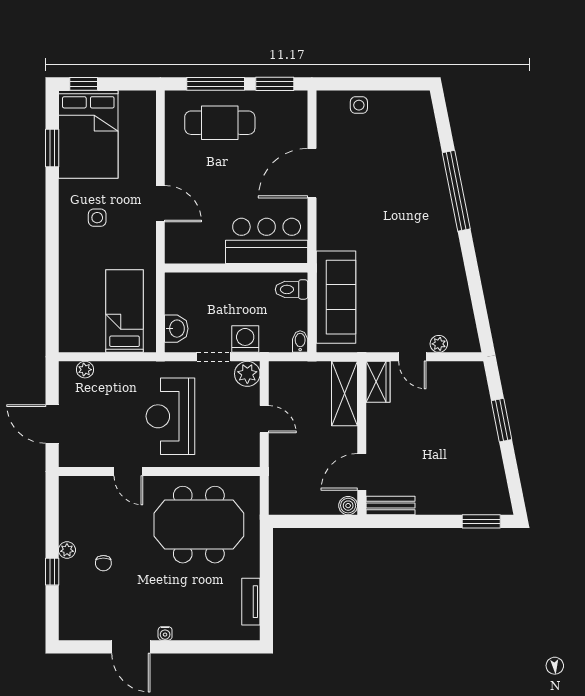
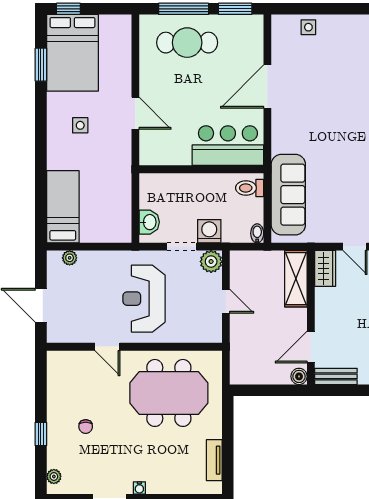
bed: (125, 311) -> (63, 207), moved
plant: (67, 550) -> (54, 476), moved

